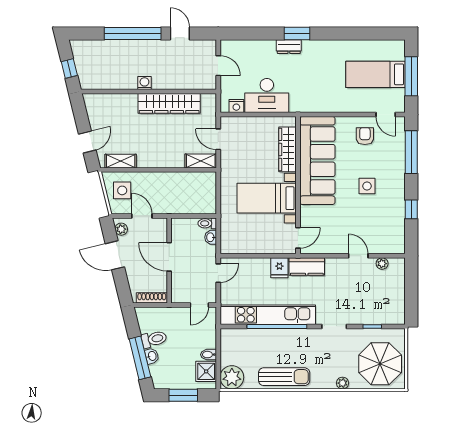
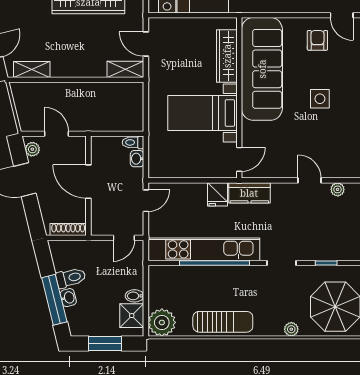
side table: (122, 190) -> (34, 104), removed

